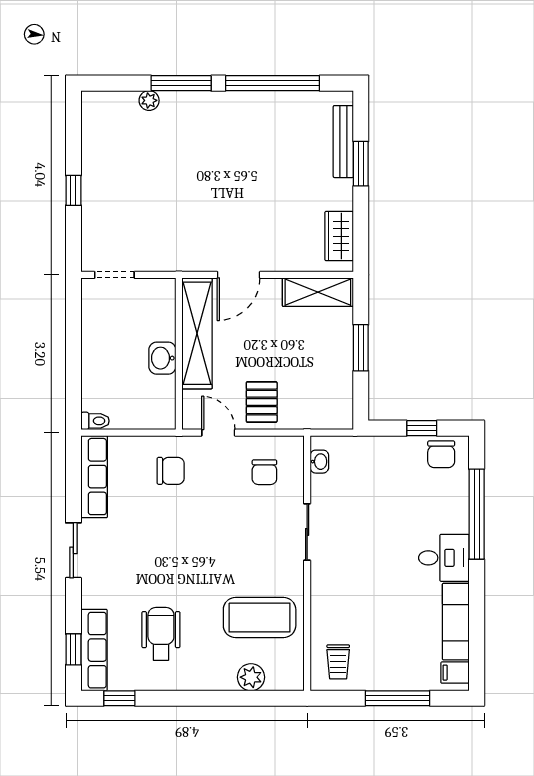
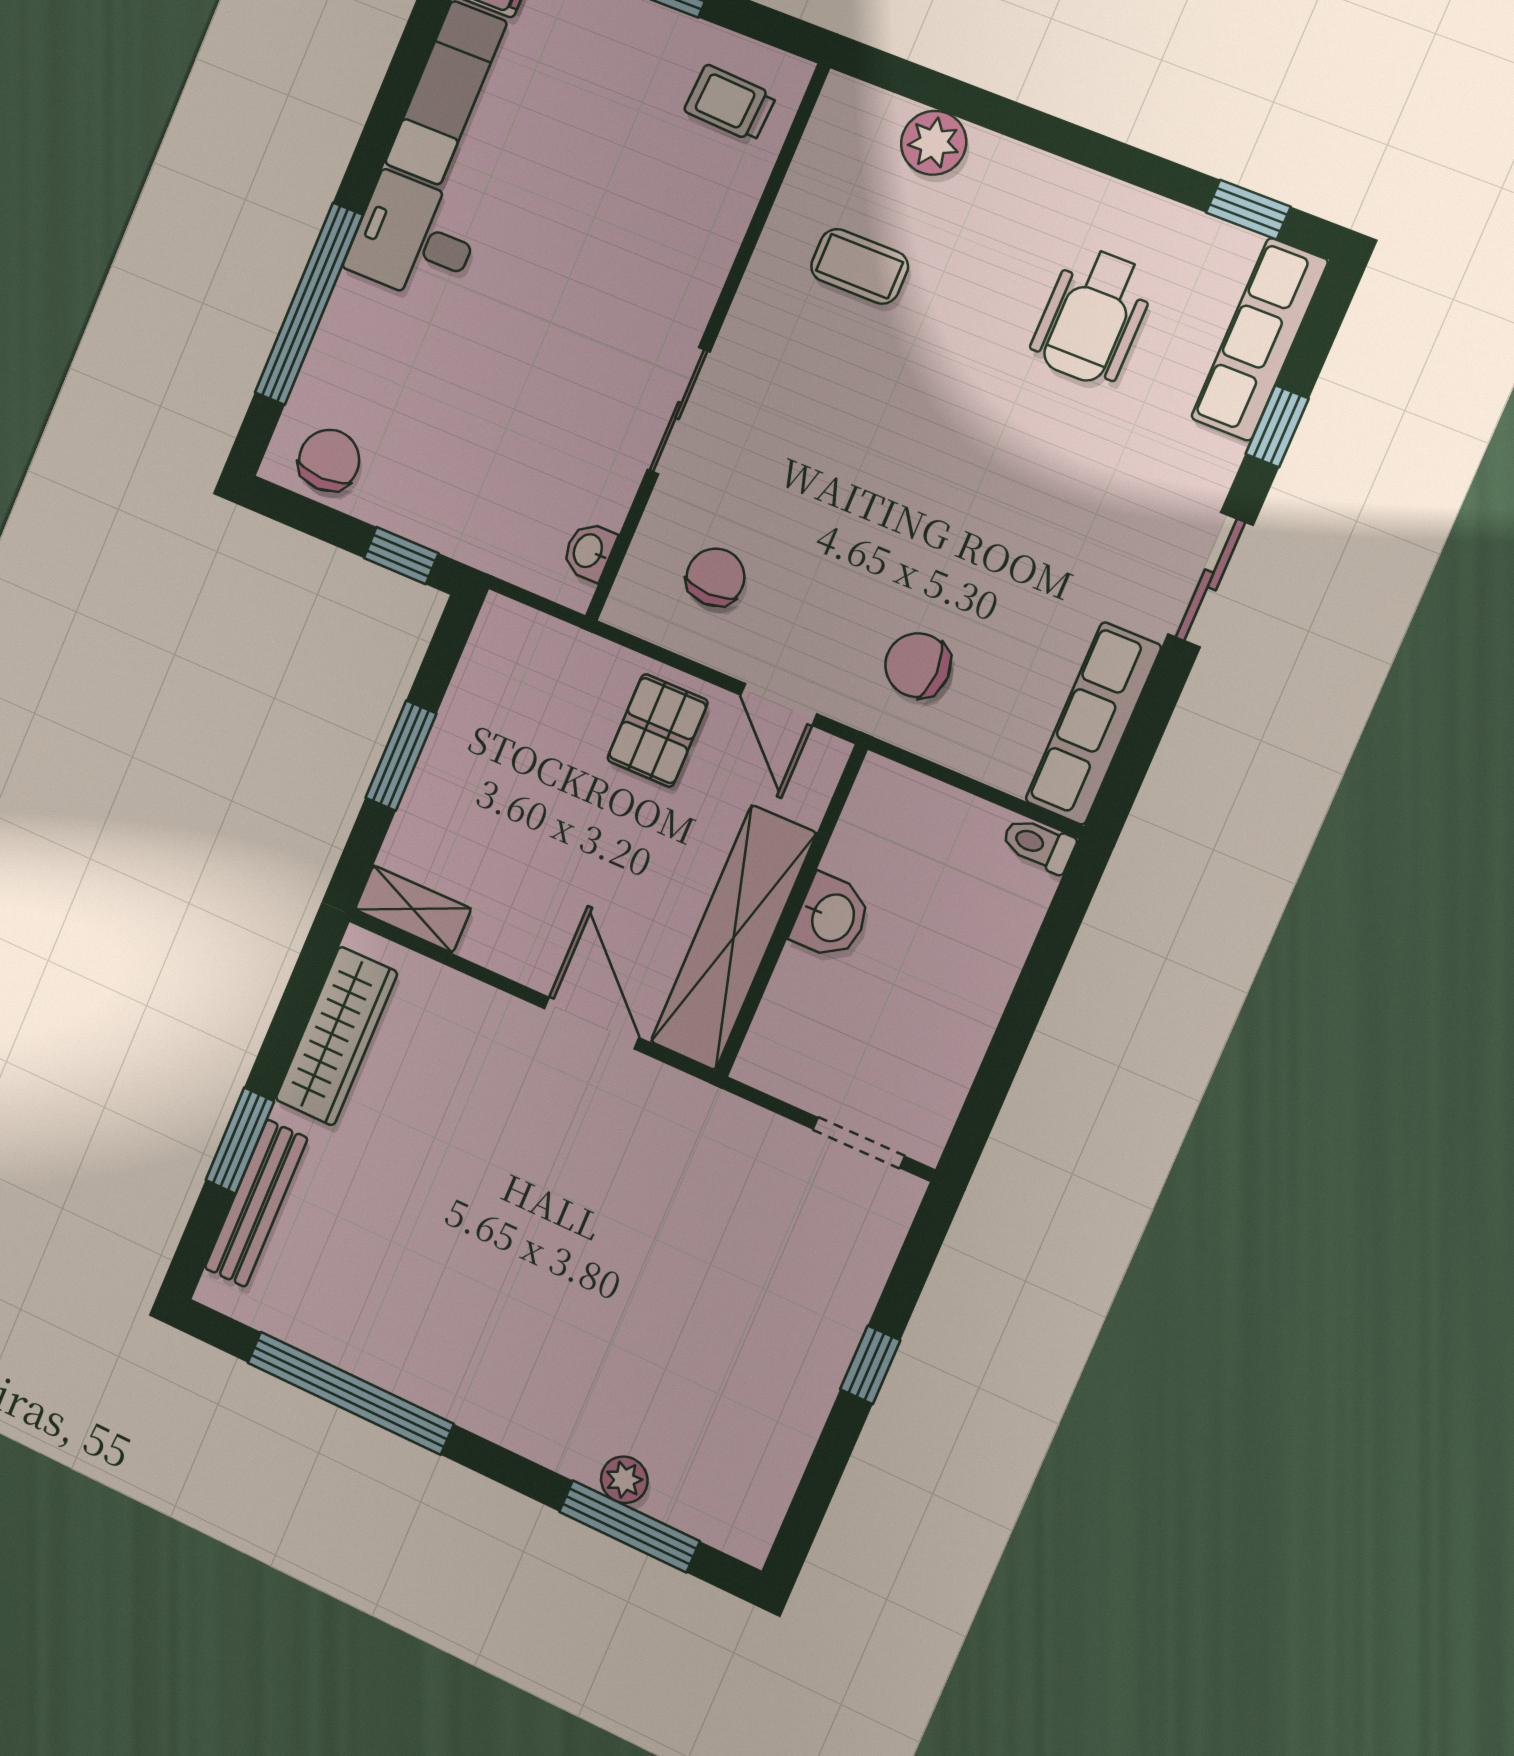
window: (181, 83) -> (629, 1526), moved
wardrobe: (339, 236) -> (337, 1036), width x1.50
door: (239, 275) -> (592, 1023), hinge flipped
shelving: (318, 292) -> (413, 909), width x0.67, depth x0.75
window: (422, 428) -> (401, 556), moved
coffee table: (260, 618) -> (860, 266), width x0.54, depth x0.58
window: (73, 649) -> (1277, 426), moved
trolley: (338, 662) -> (730, 103), turned -87

